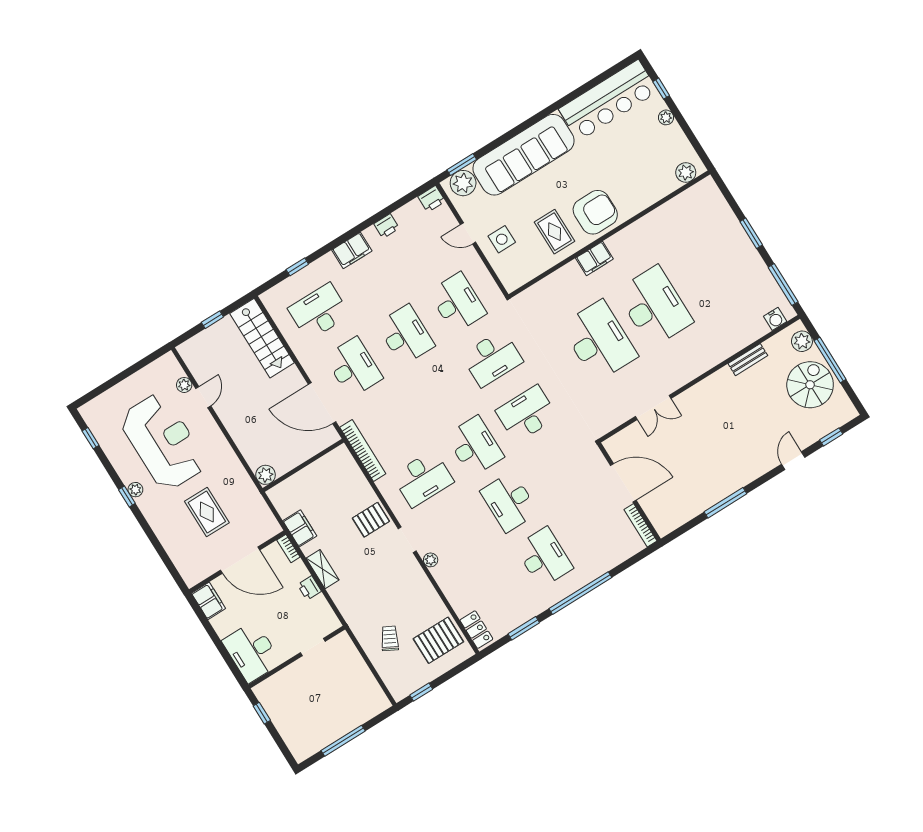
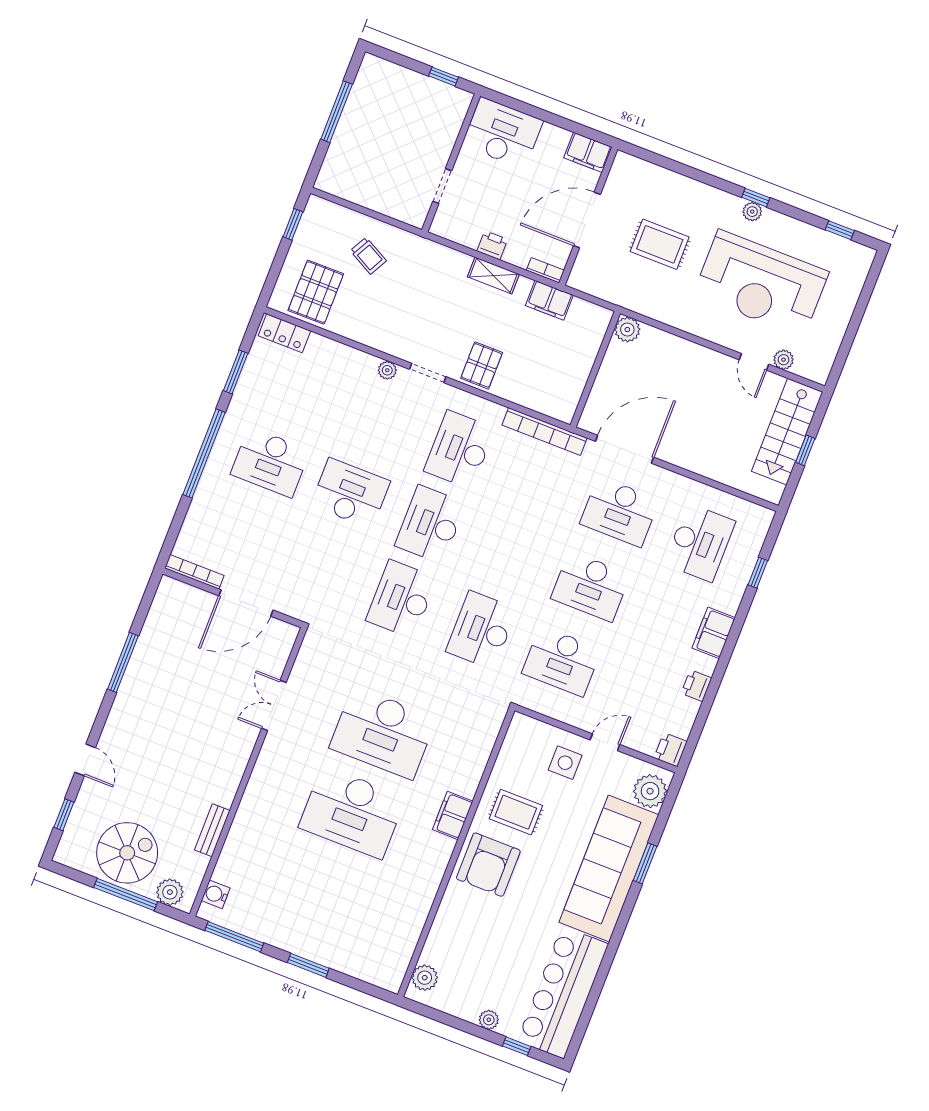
window: (462, 165) -> (645, 863), moved
stairs: (262, 338) -> (787, 432), moved, turned -90
spiral stairs: (810, 385) -> (127, 853), turned -90
desk: (527, 414) -> (401, 599), turned 180
desk: (475, 446) -> (430, 524), turned 90

